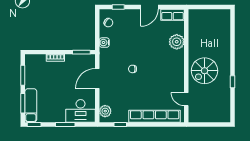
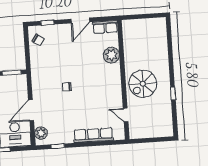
water cooler: (104, 43) -> (35, 61), removed
door: (97, 79) -> (31, 110), moved
row of seats: (155, 116) -> (93, 135), width x0.73

